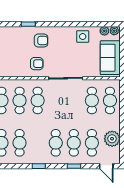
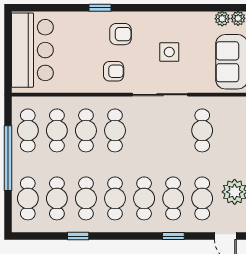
side table: (83, 37) -> (169, 52), moved
cafe table: (110, 100) -> (115, 198), moved
window: (39, 166) -> (78, 236), moved

